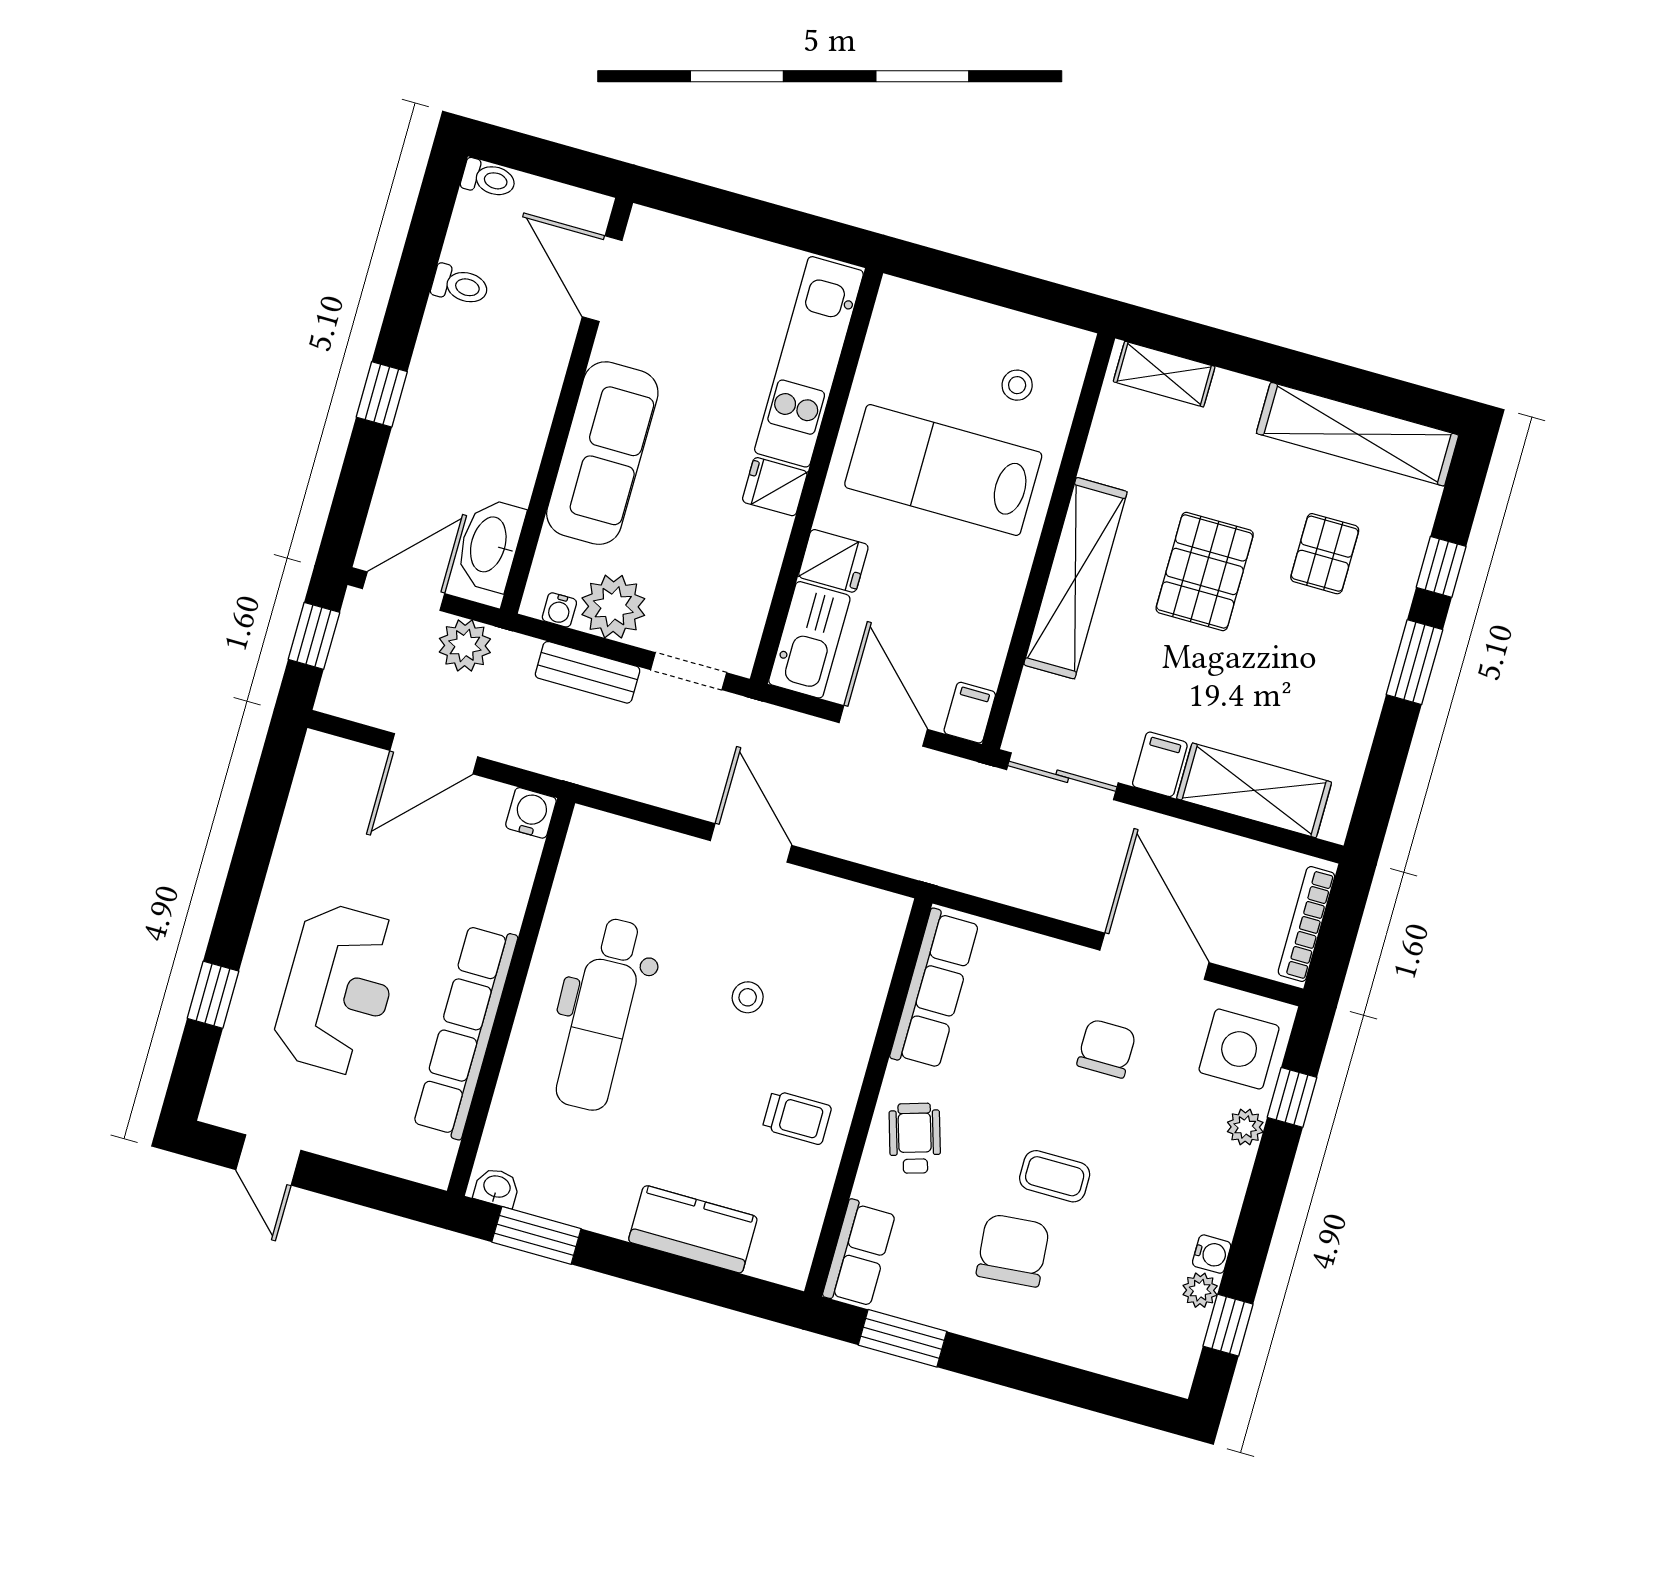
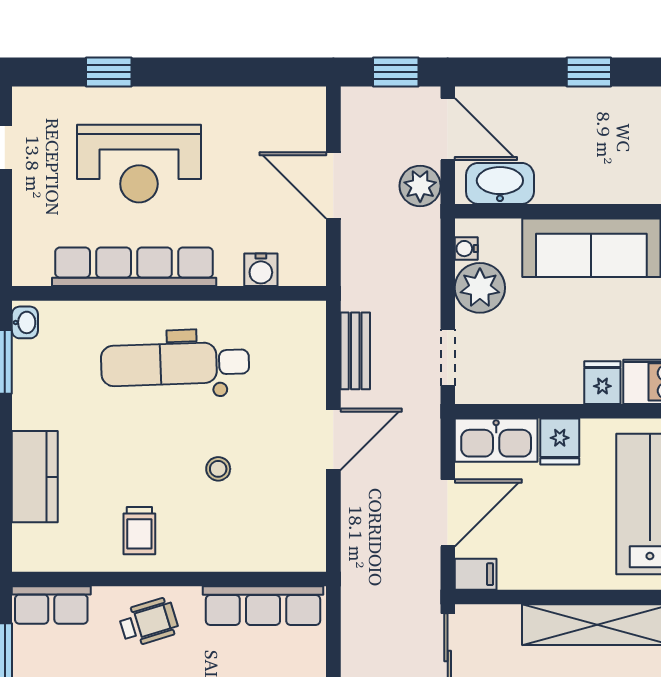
bench: (588, 672) -> (355, 351), moved
water cooler: (531, 813) -> (261, 270), moved, turned 90

